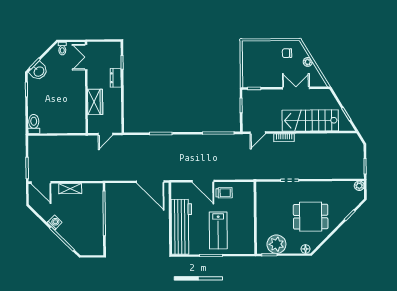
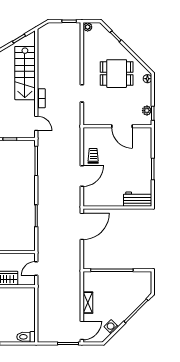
door: (105, 134) -> (36, 269), swing flipped
dining table: (311, 217) -> (117, 74), turned 90
washing machine: (55, 223) -> (111, 327), moved
door: (255, 223) -> (122, 126), added
workbench: (182, 227) -> (138, 199), width x0.53, depth x0.76
lab bench: (218, 230) -> (129, 162), removed
plant: (276, 244) -> (147, 111), width x0.53, depth x0.53

